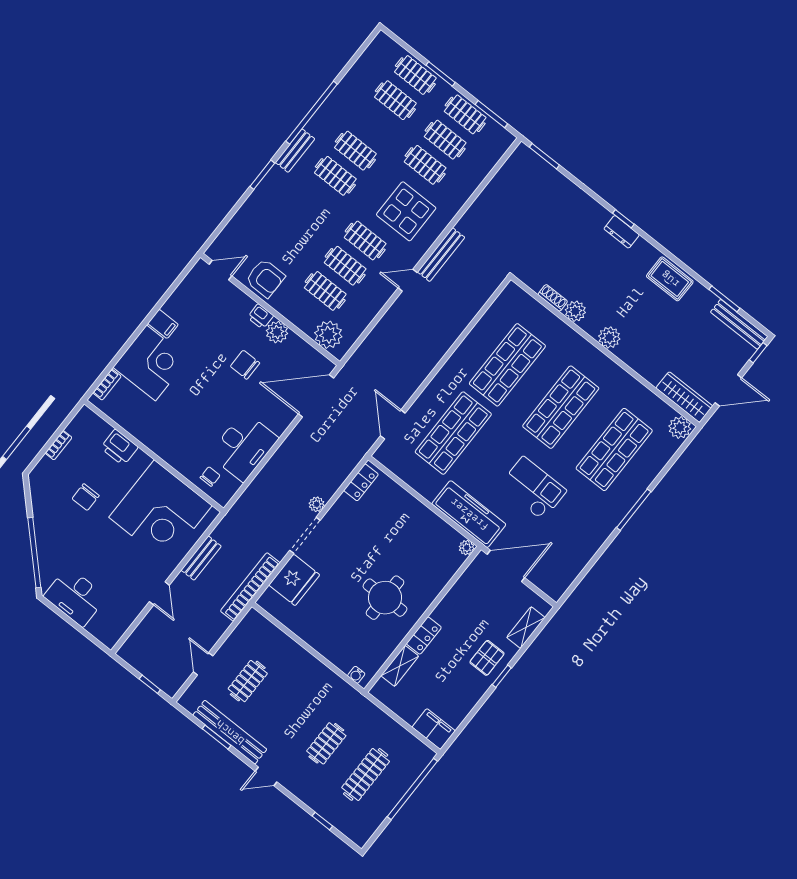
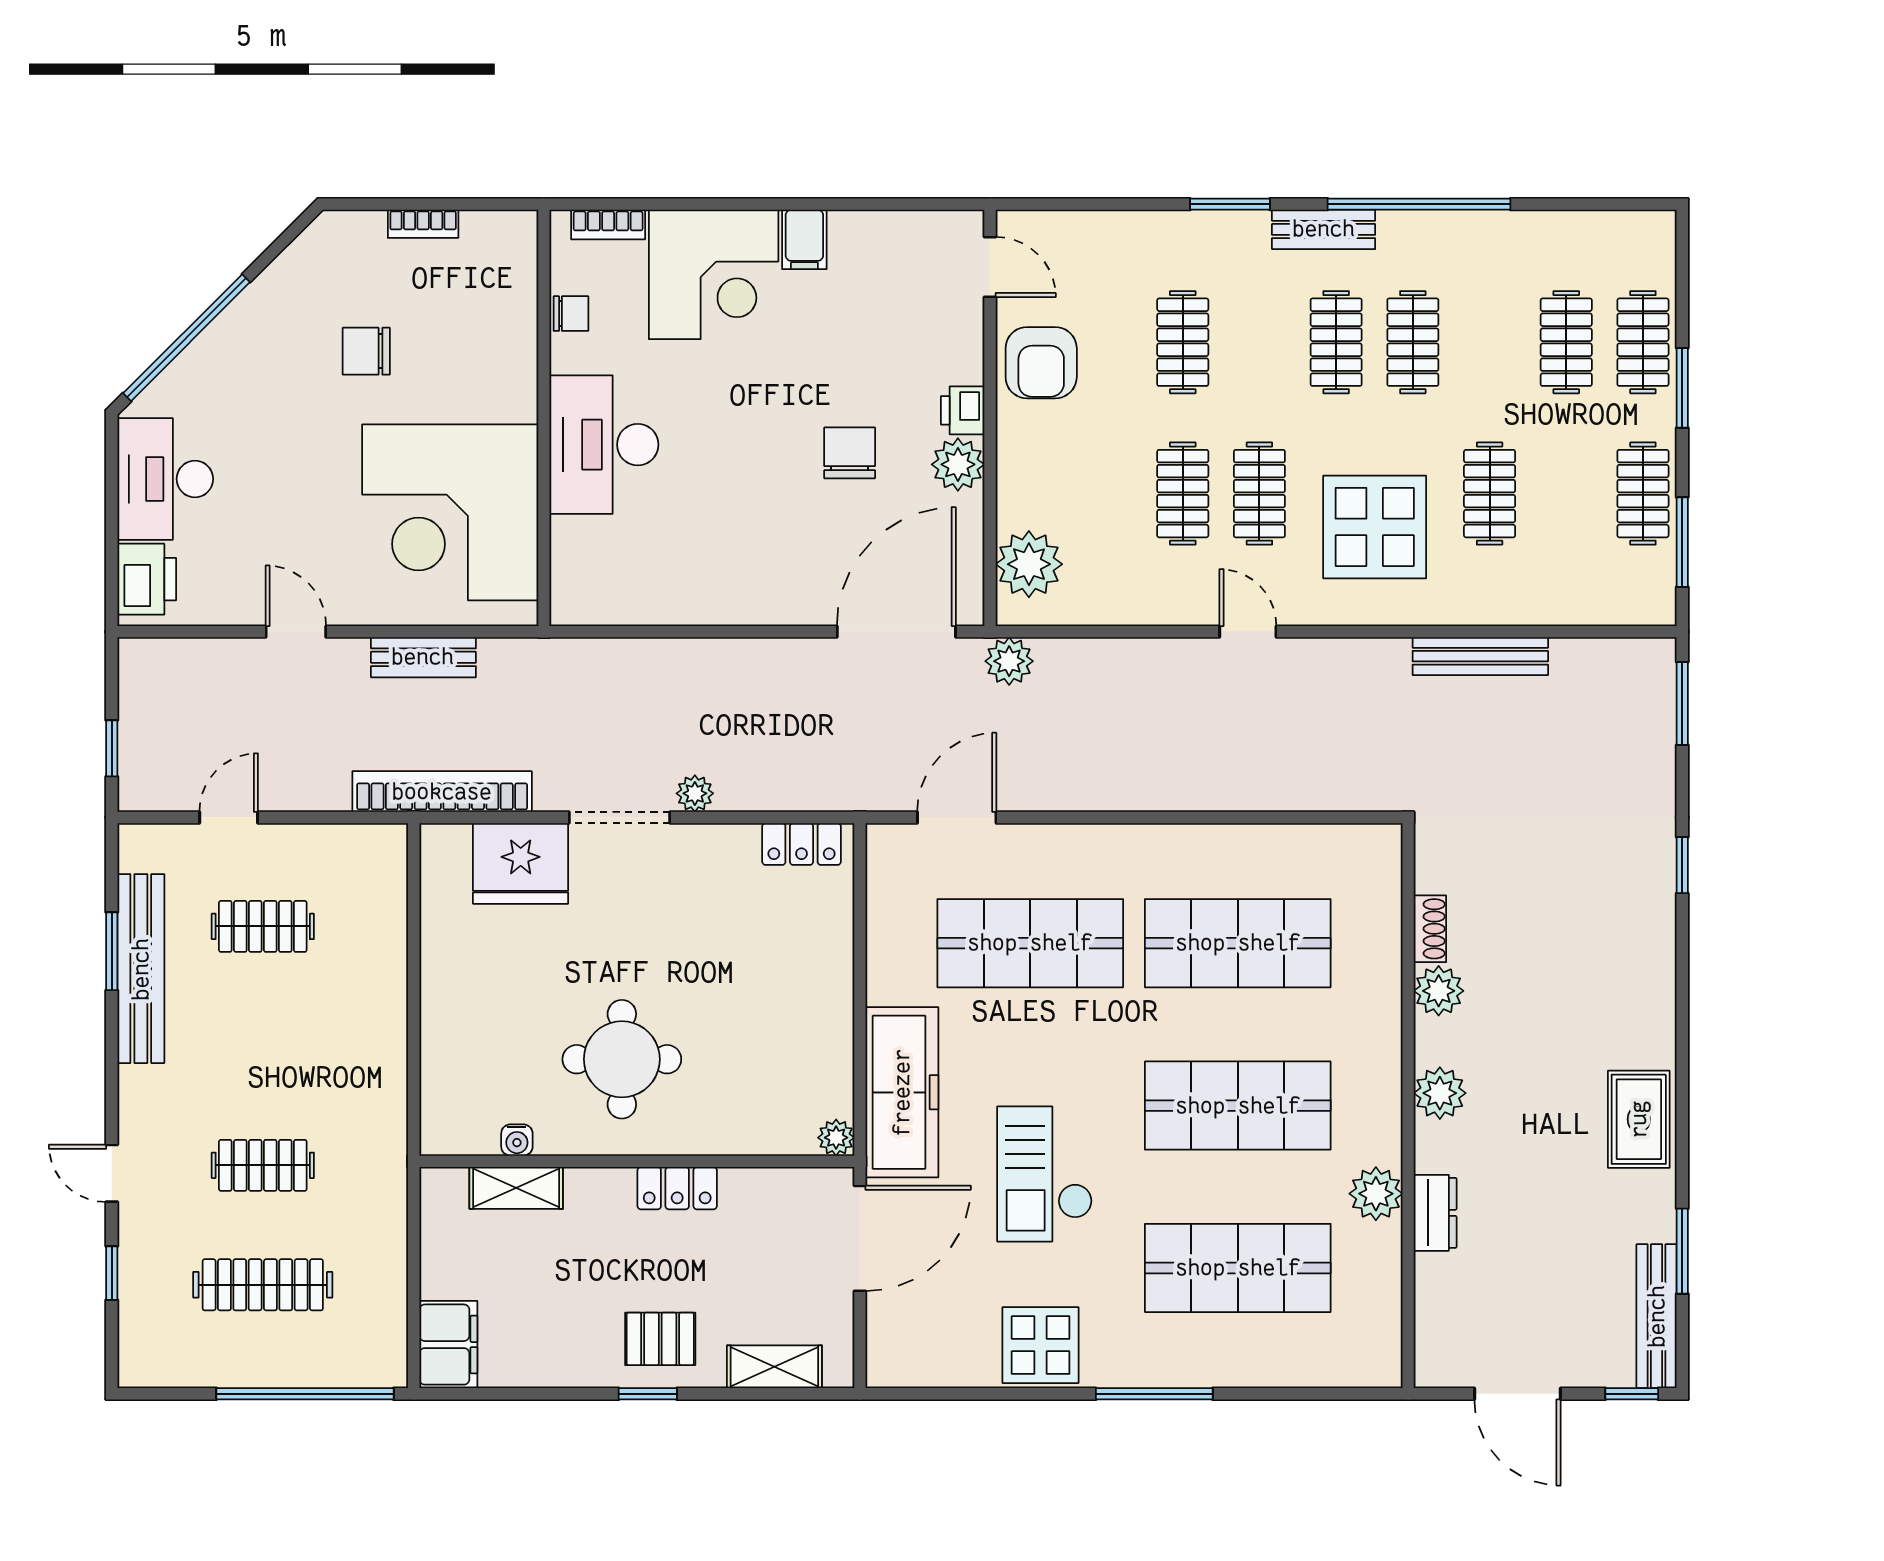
clothes rail: (445, 140) -> (1566, 494), removed
window: (623, 219) -> (1682, 865), moved
dresser: (622, 232) -> (1435, 1213), moved, turned 180
bench: (441, 255) -> (1480, 656), moved
clothes rail: (325, 291) -> (1183, 342), moved
plant: (355, 367) -> (1009, 661), added
door: (316, 396) -> (896, 632), hinge flipped
wardrobe: (684, 397) -> (1440, 1321), removed
plant: (680, 428) -> (1376, 1194), moved
printer: (119, 447) -> (147, 579), moved, turned 180
desk: (244, 447) -> (604, 445), moved, turned 90
chair: (210, 476) -> (571, 314), moved
checkout: (533, 488) -> (1045, 1174), turned 180
display table: (588, 534) -> (1041, 1345), added
door: (506, 566) -> (860, 1238), hinge flipped
door: (159, 593) -> (296, 632), swing flipped
locker: (424, 636) -> (677, 1188), moved
water cooler: (356, 675) -> (517, 1140), moved, turned -90
door: (266, 776) -> (112, 1173), moved

